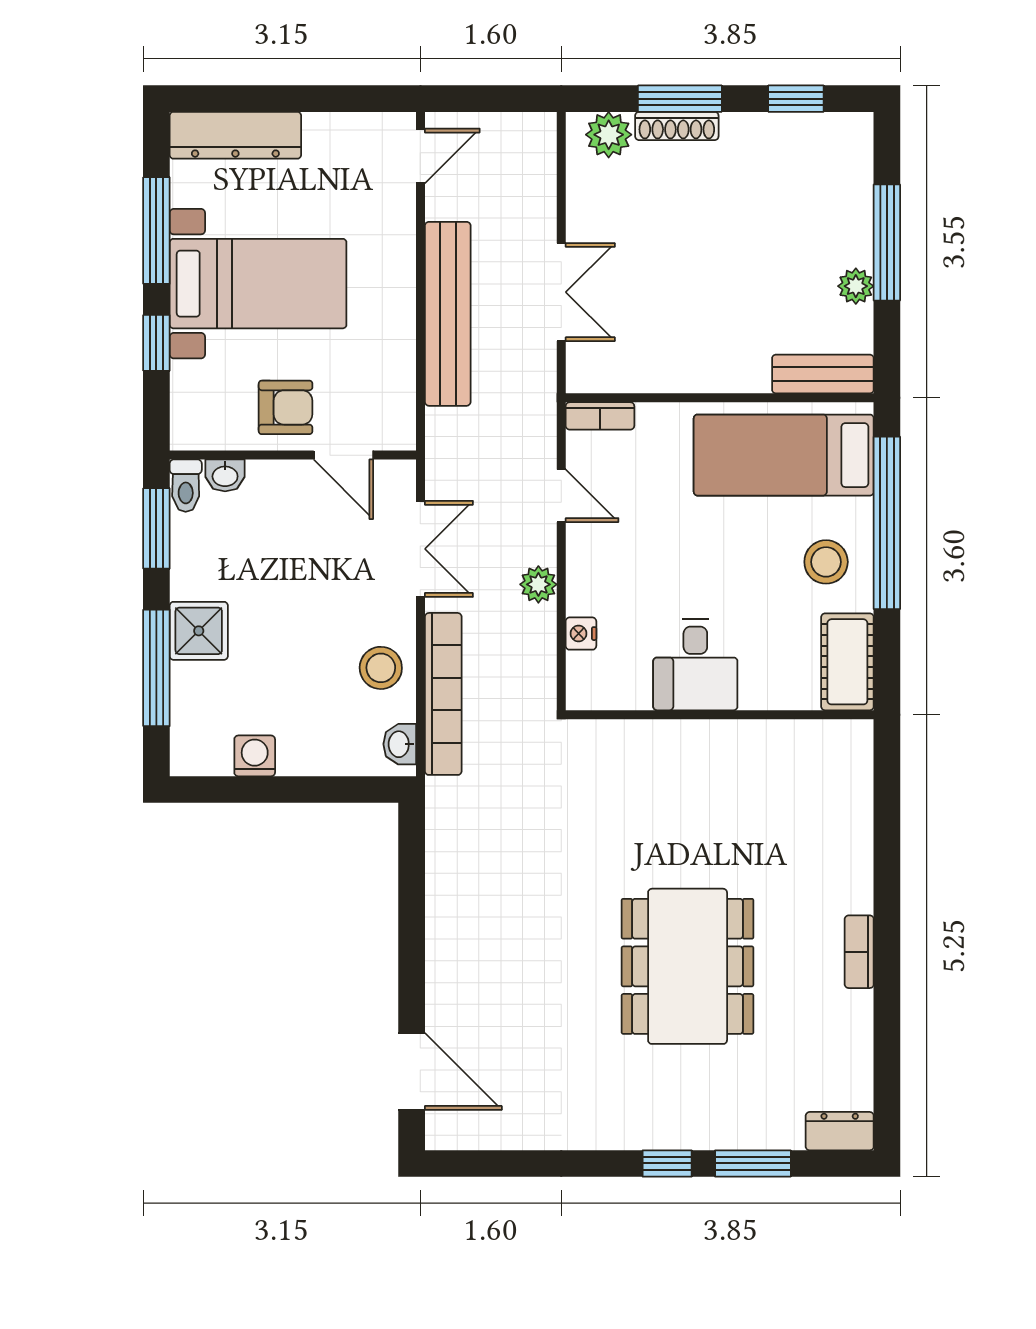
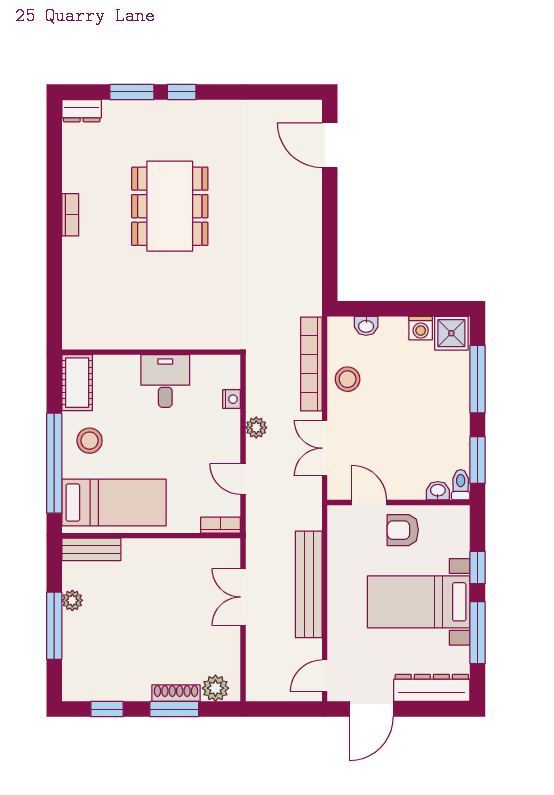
door: (340, 99) -> (371, 709), added
shower: (199, 631) -> (451, 333), moved
washbasin: (400, 744) -> (366, 326), moved, turned 90

